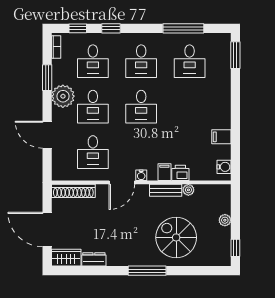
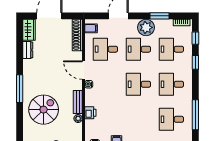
filing cabinet: (164, 172) -> (91, 28), moved

